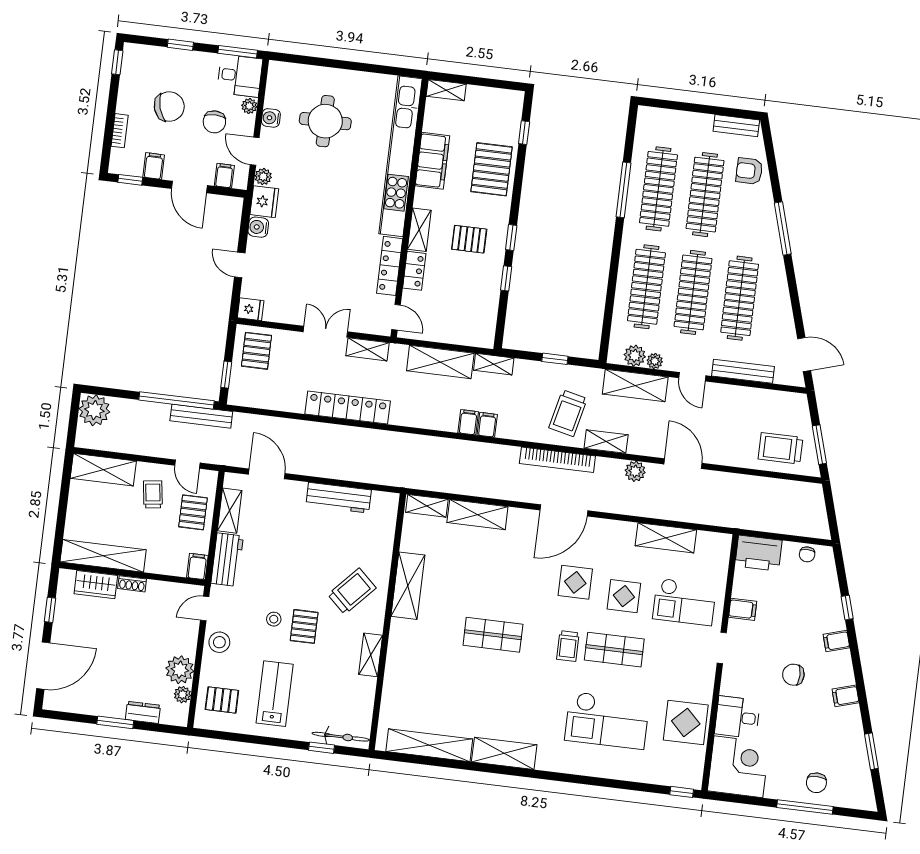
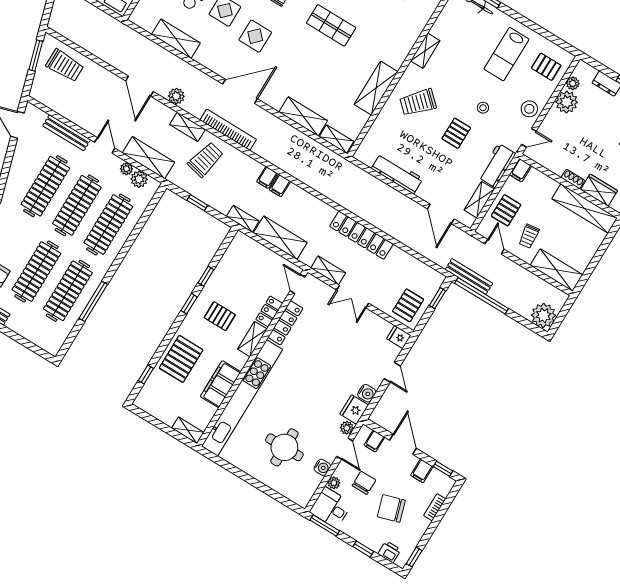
printer: (149, 55) -> (389, 552), added
pallet: (304, 626) -> (456, 133), moved

